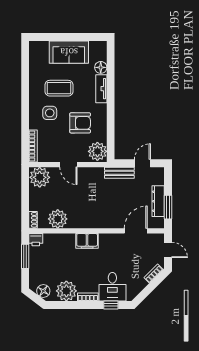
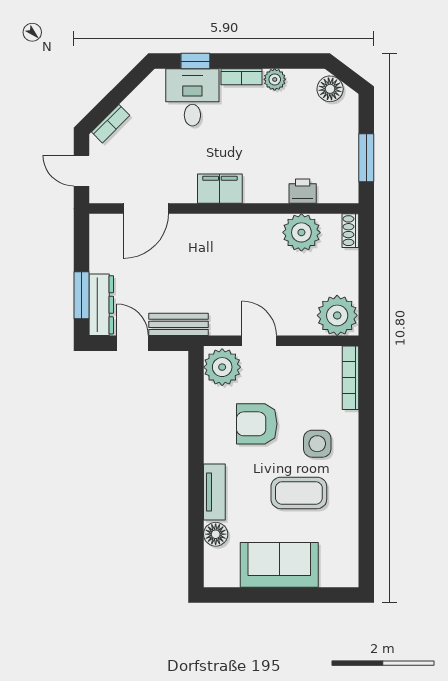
door: (142, 163) -> (133, 343), swing flipped
door: (68, 165) -> (259, 341), moved
dresser: (158, 201) -> (101, 305), moved
window: (168, 207) -> (82, 295), moved
printer: (36, 240) -> (303, 191), moved
filing cabinet: (87, 241) -> (220, 189), moved
plant: (66, 291) -> (275, 79), width x0.53, depth x0.53

